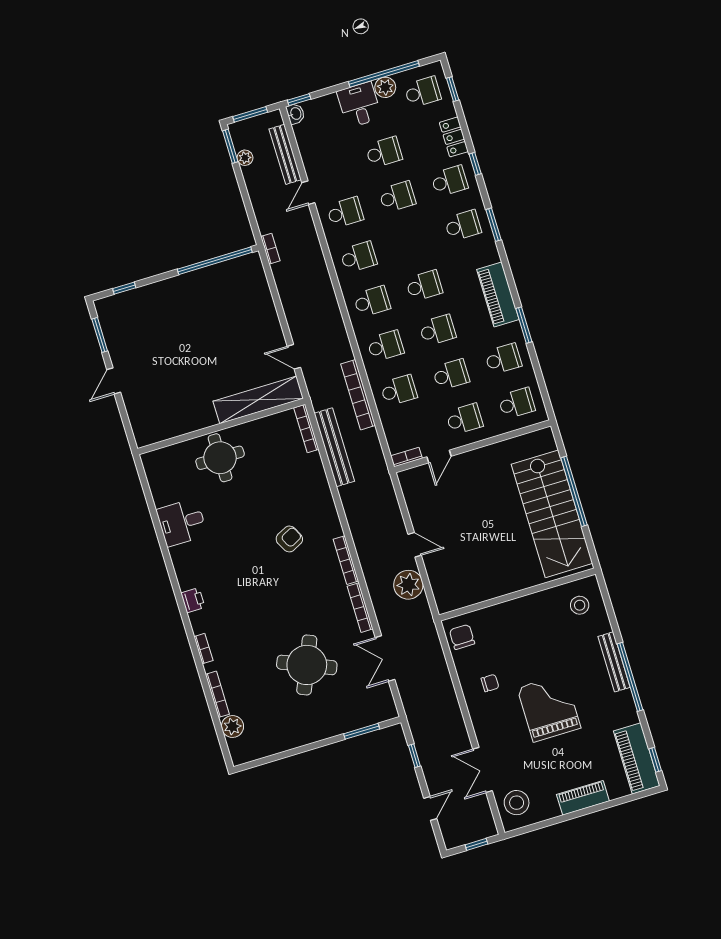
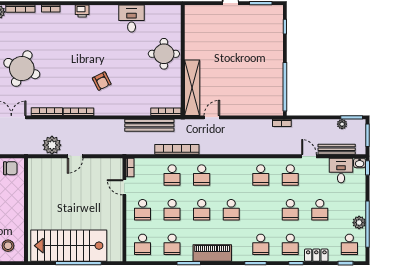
desk: (359, 105) -> (341, 170), moved, turned -90
school desk: (372, 301) -> (231, 175), removed

